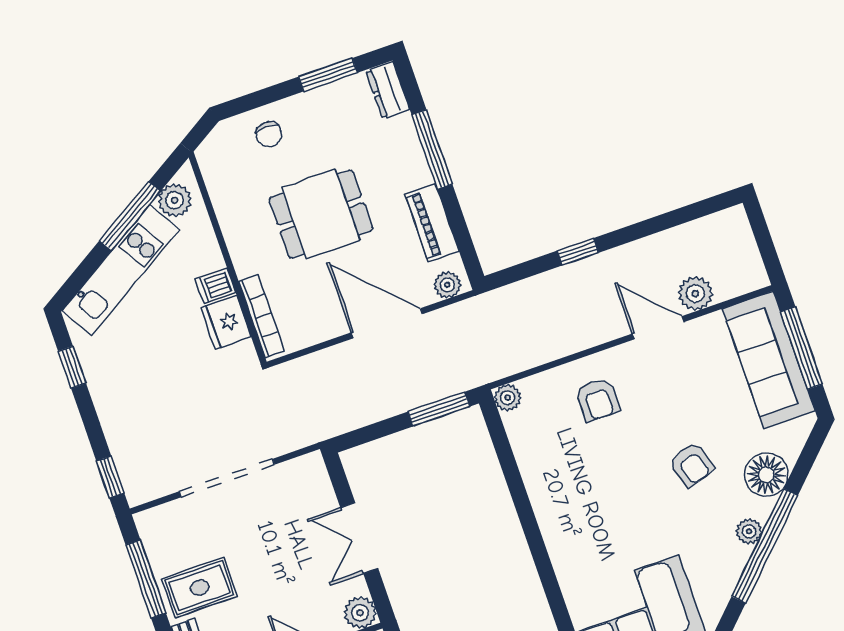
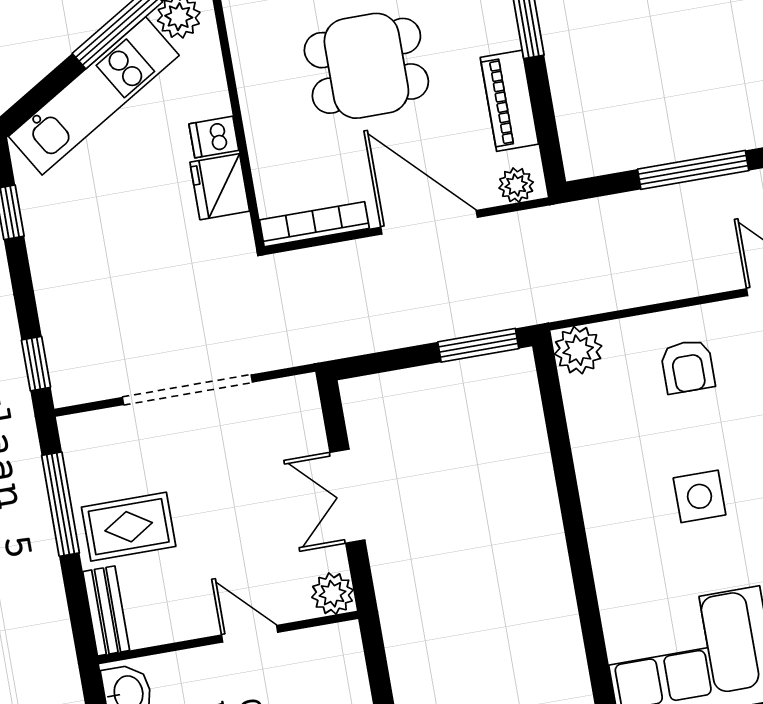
window: (578, 252) -> (693, 170), width x2.17
bookcase: (262, 316) -> (314, 224), moved, turned -90
plant: (508, 398) -> (578, 350), width x1.38, depth x1.38
side table: (623, 495) -> (700, 496), added

